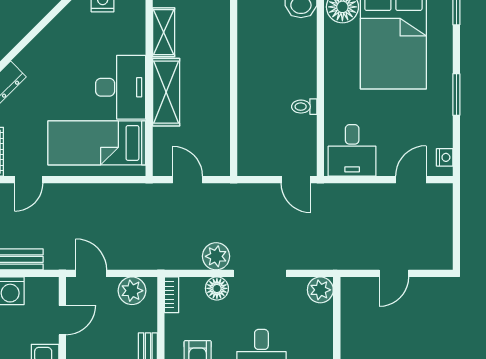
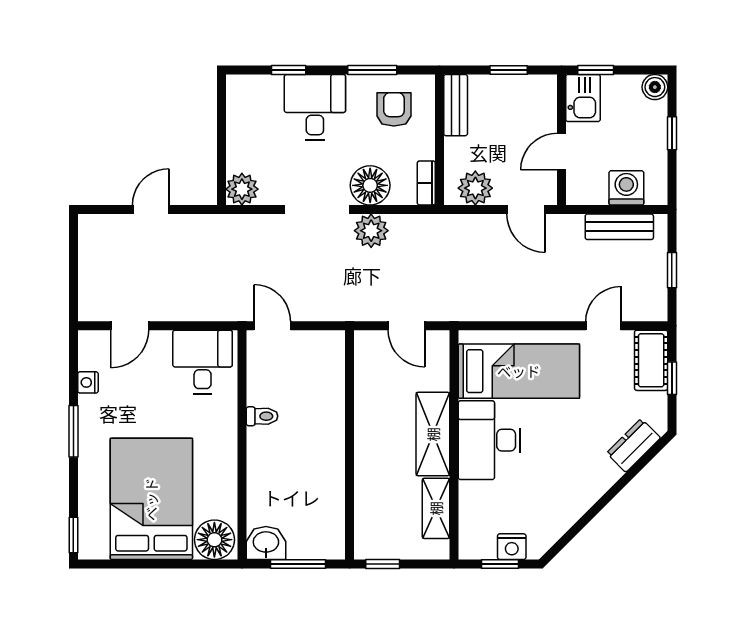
nightstand: (445, 157) -> (88, 382), moved
floor lamp: (217, 288) -> (370, 185), width x1.38, depth x1.38

